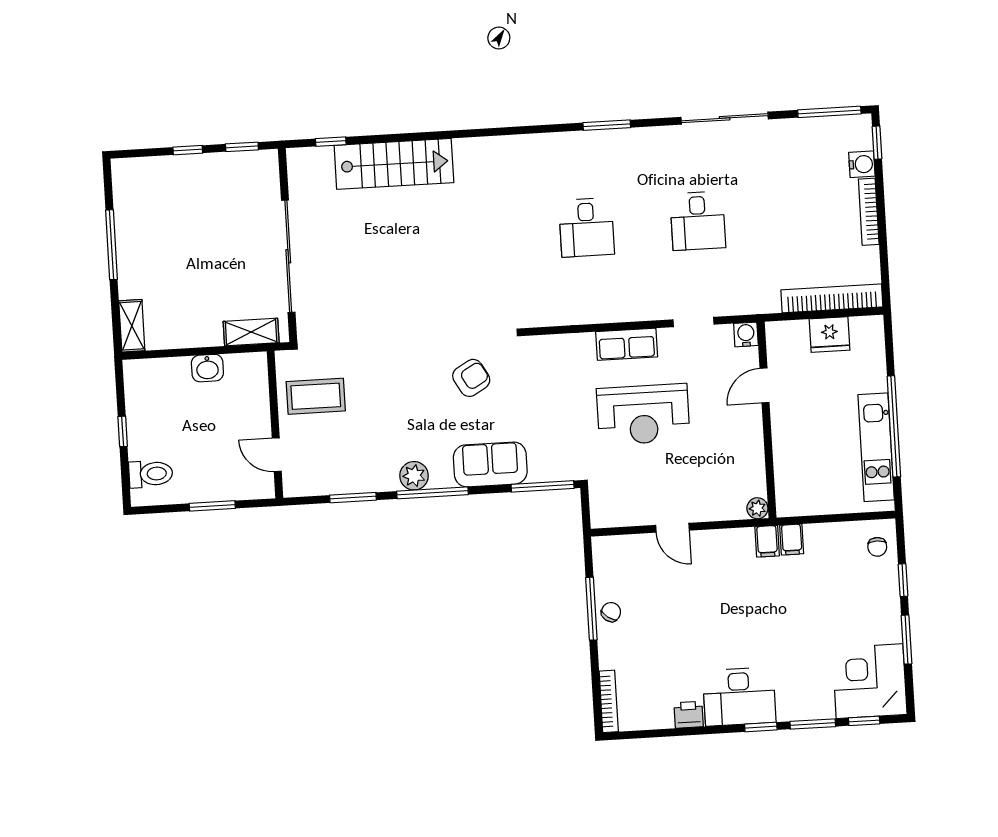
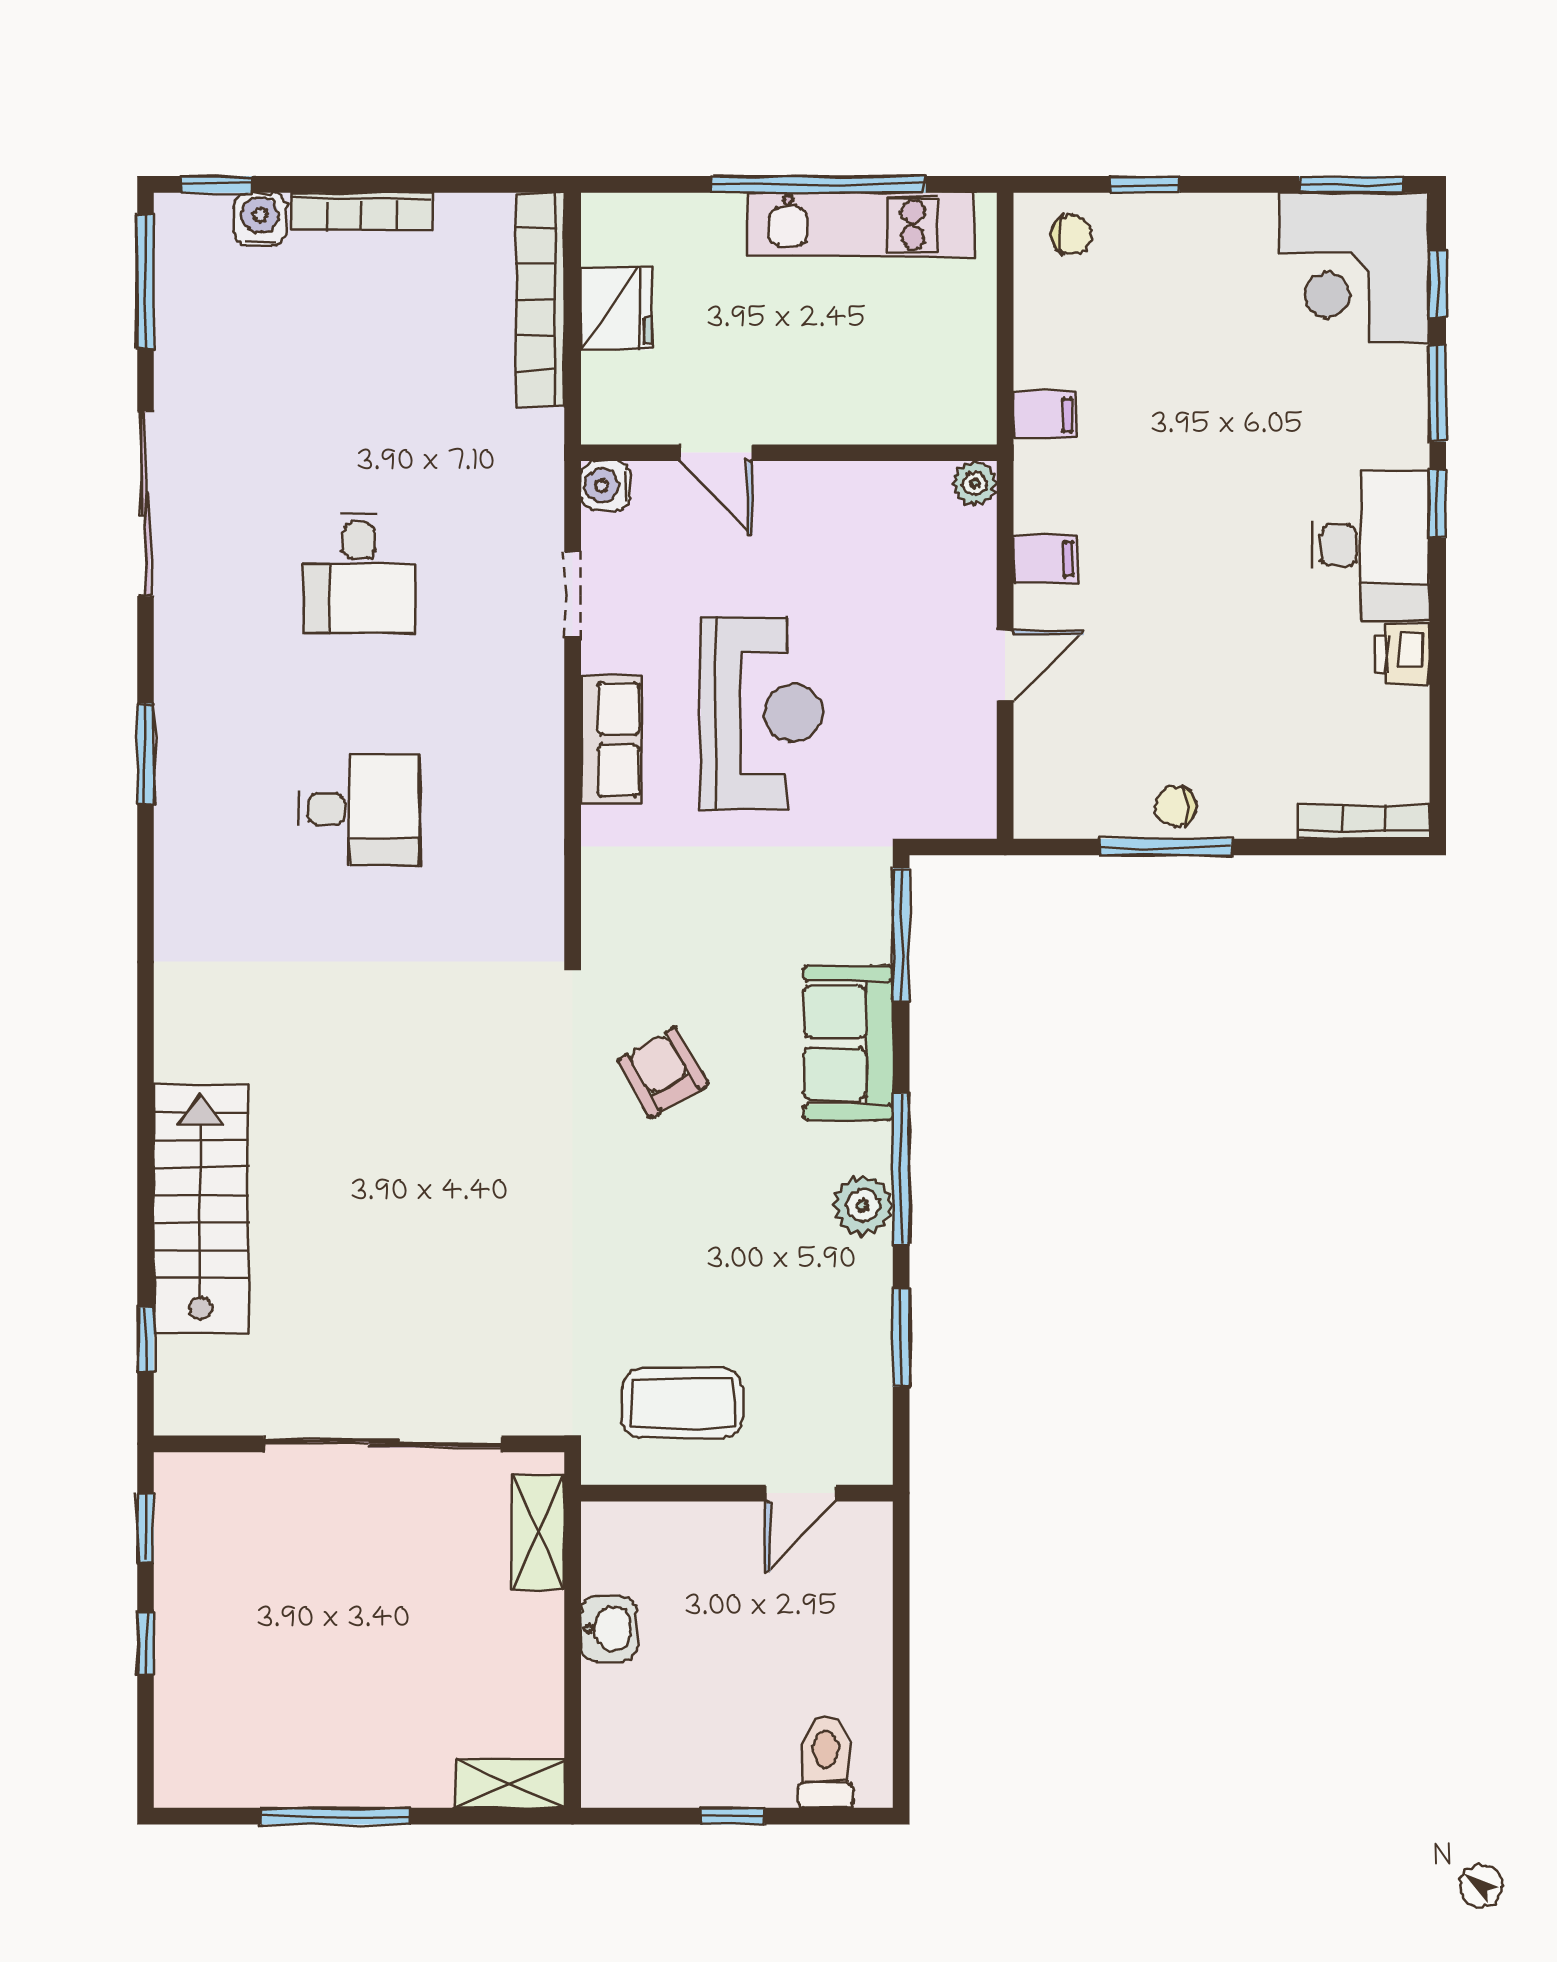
desk: (698, 221) -> (359, 573), turned 90
coffee table: (316, 396) -> (682, 1403), turned 90
window: (212, 506) -> (901, 1636), removed
filing cabinet: (767, 541) -> (1046, 559), moved
chair: (611, 612) -> (1176, 806), turned -36
window: (907, 640) -> (1351, 184), moved

